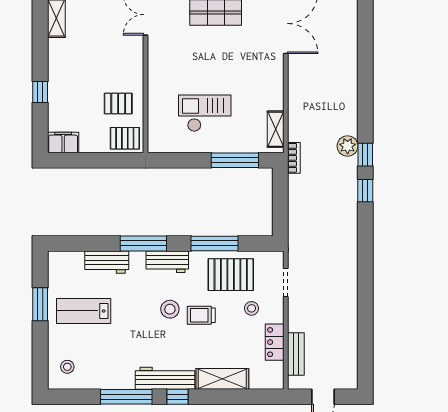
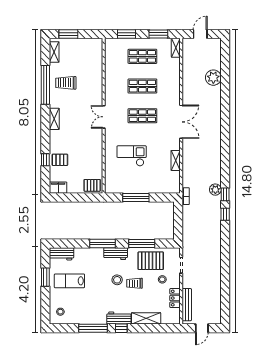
pallet: (118, 104) -> (60, 160), moved
checkout: (205, 113) -> (132, 156), moved
shelving: (276, 129) -> (176, 160), moved
window: (235, 160) -> (136, 197), moved
workbench: (107, 262) -> (62, 254), moved
bench: (296, 354) -> (187, 305), width x1.36
workbench: (165, 378) -> (119, 318), width x0.73

